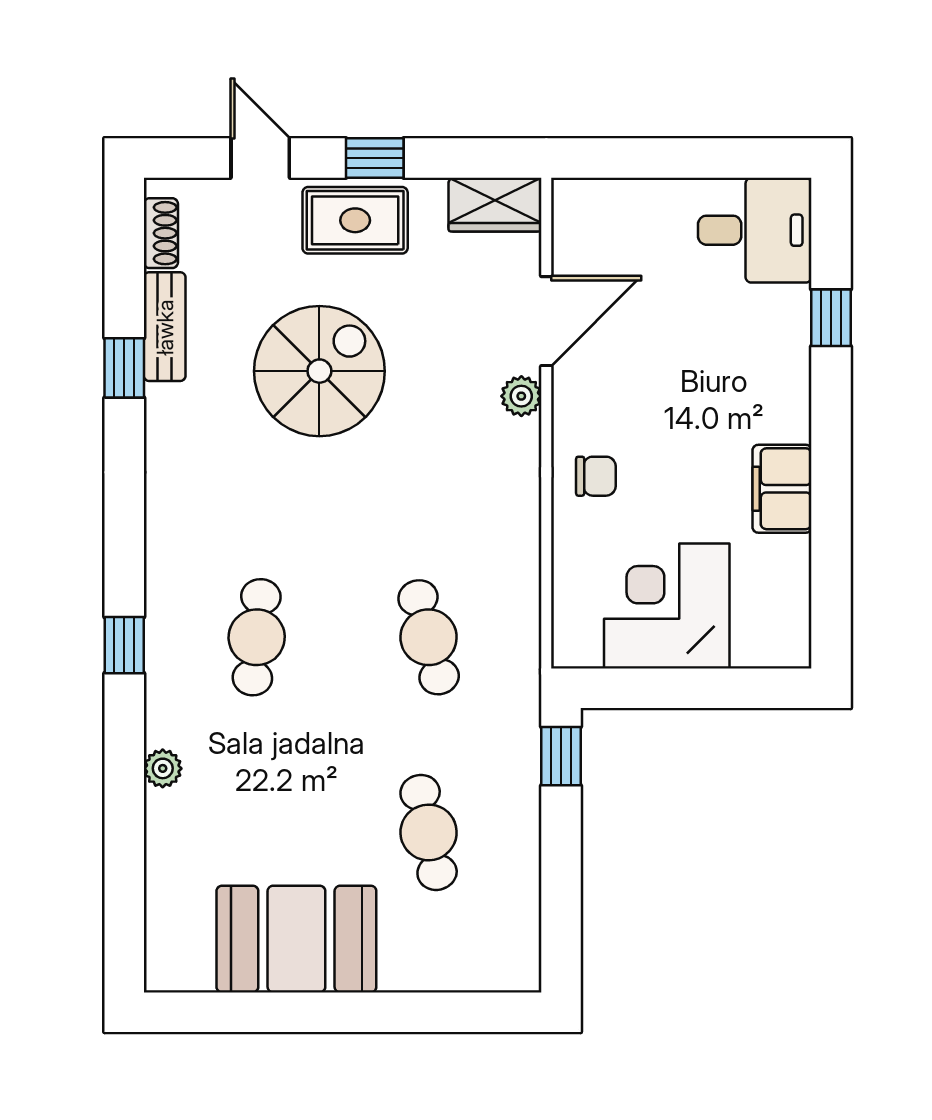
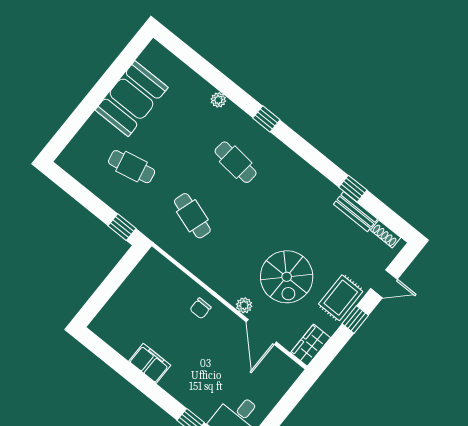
spiral stairs: (319, 371) -> (287, 277), moved
corner desk: (667, 606) -> (142, 298), removed
cafe table: (429, 637) -> (192, 216), turned 33

